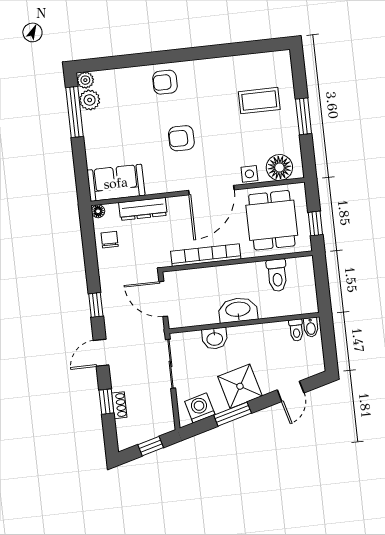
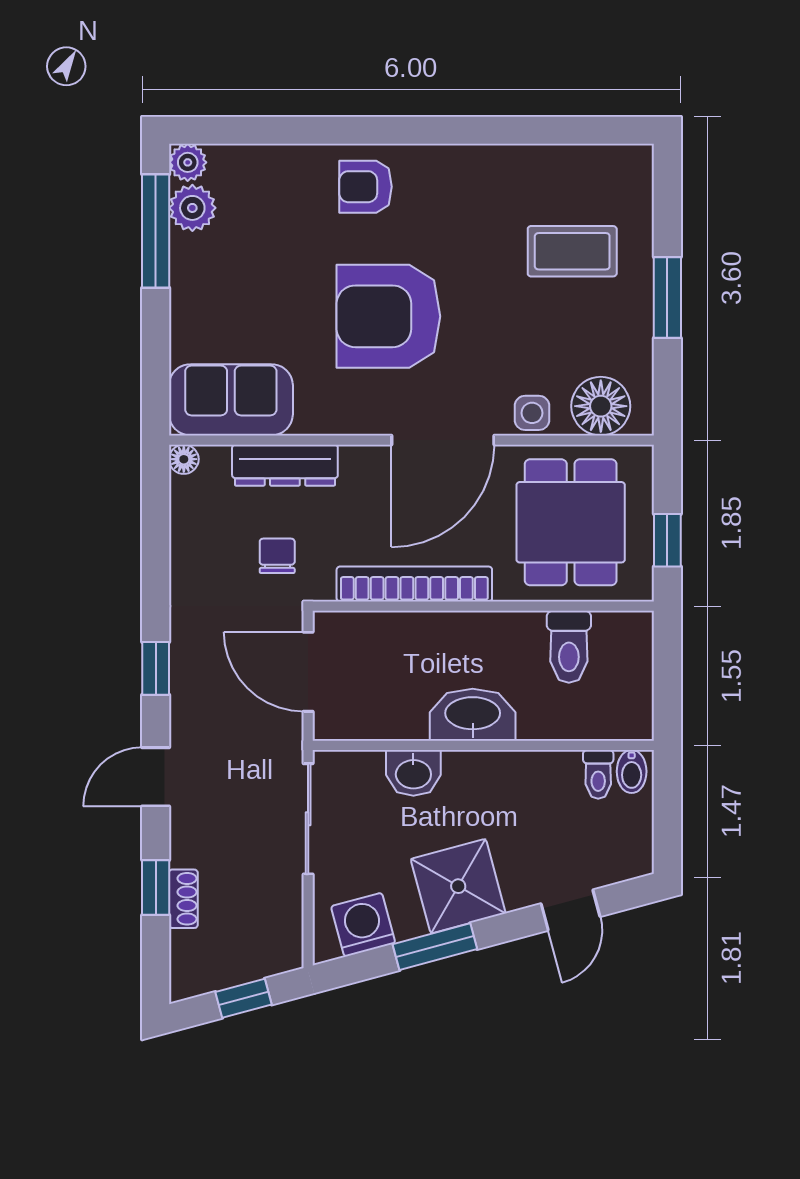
armchair: (181, 138) -> (388, 316), width x1.88, depth x1.88
chair: (110, 240) -> (277, 556), moved

